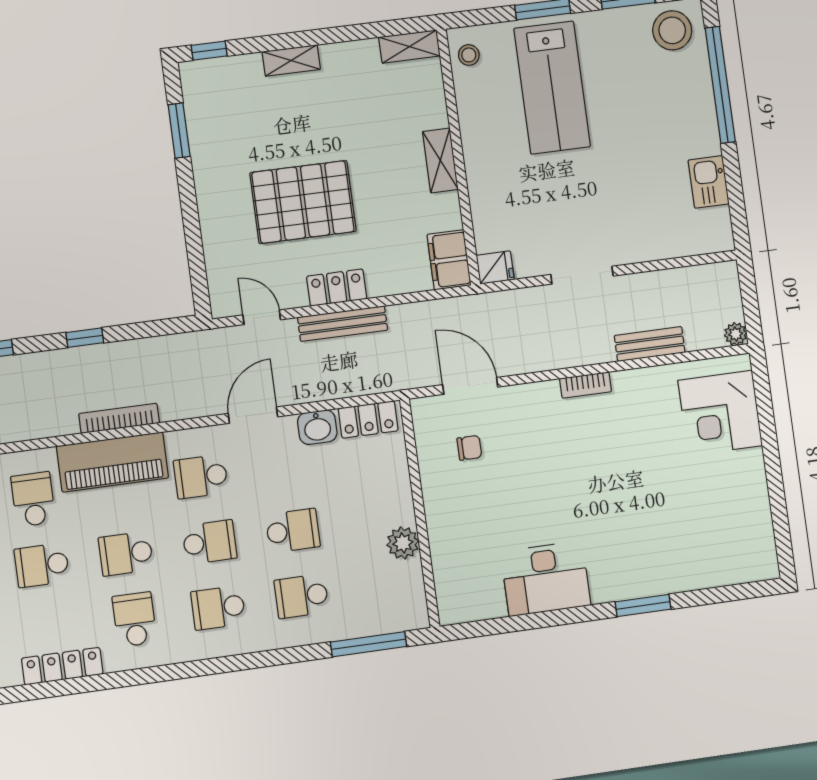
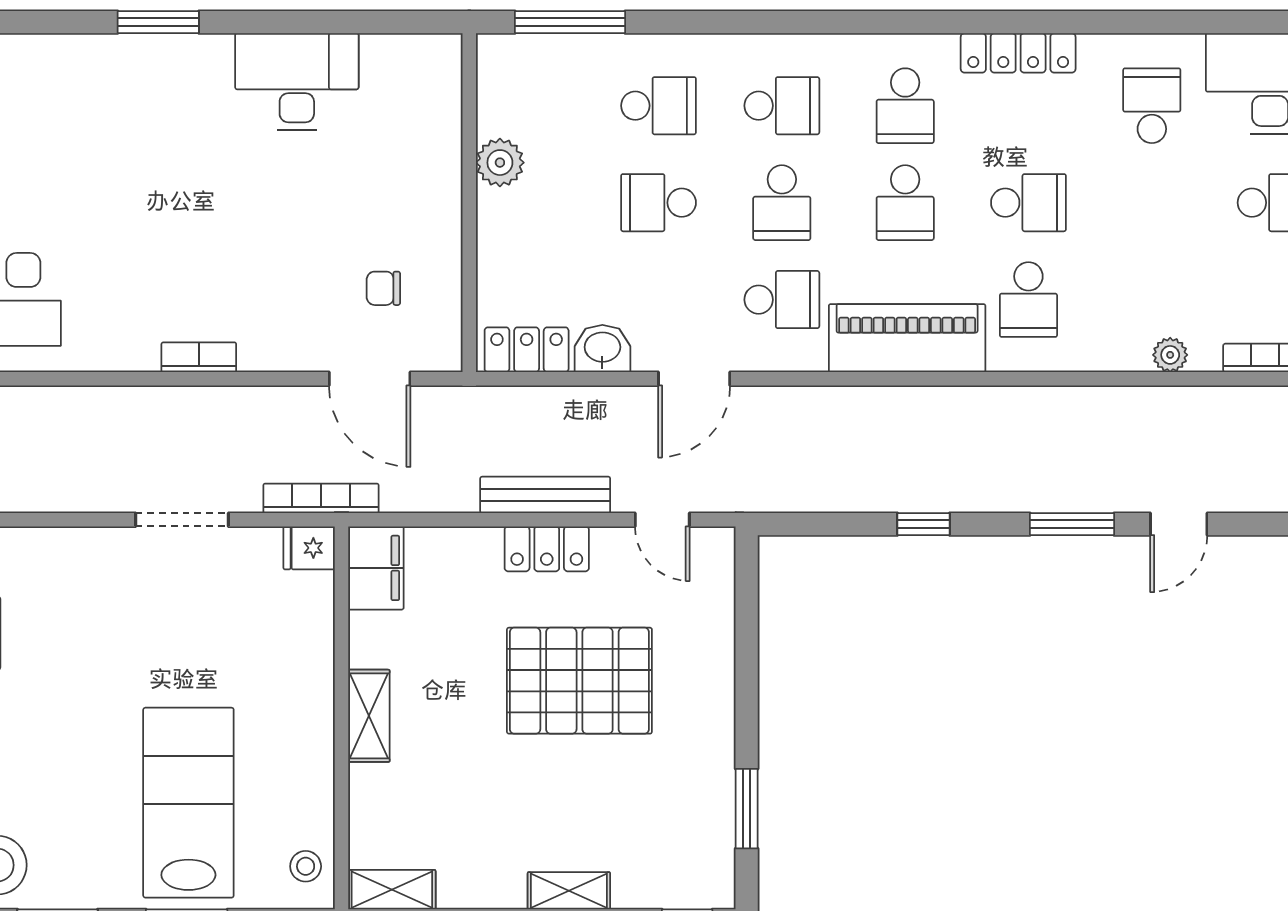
bench: (650, 344) -> (95, 405), removed
bookcase: (119, 418) -> (321, 498), moved, turned 180
school desk: (210, 542) -> (782, 203), turned -90
school desk: (126, 554) -> (905, 203), turned 90

